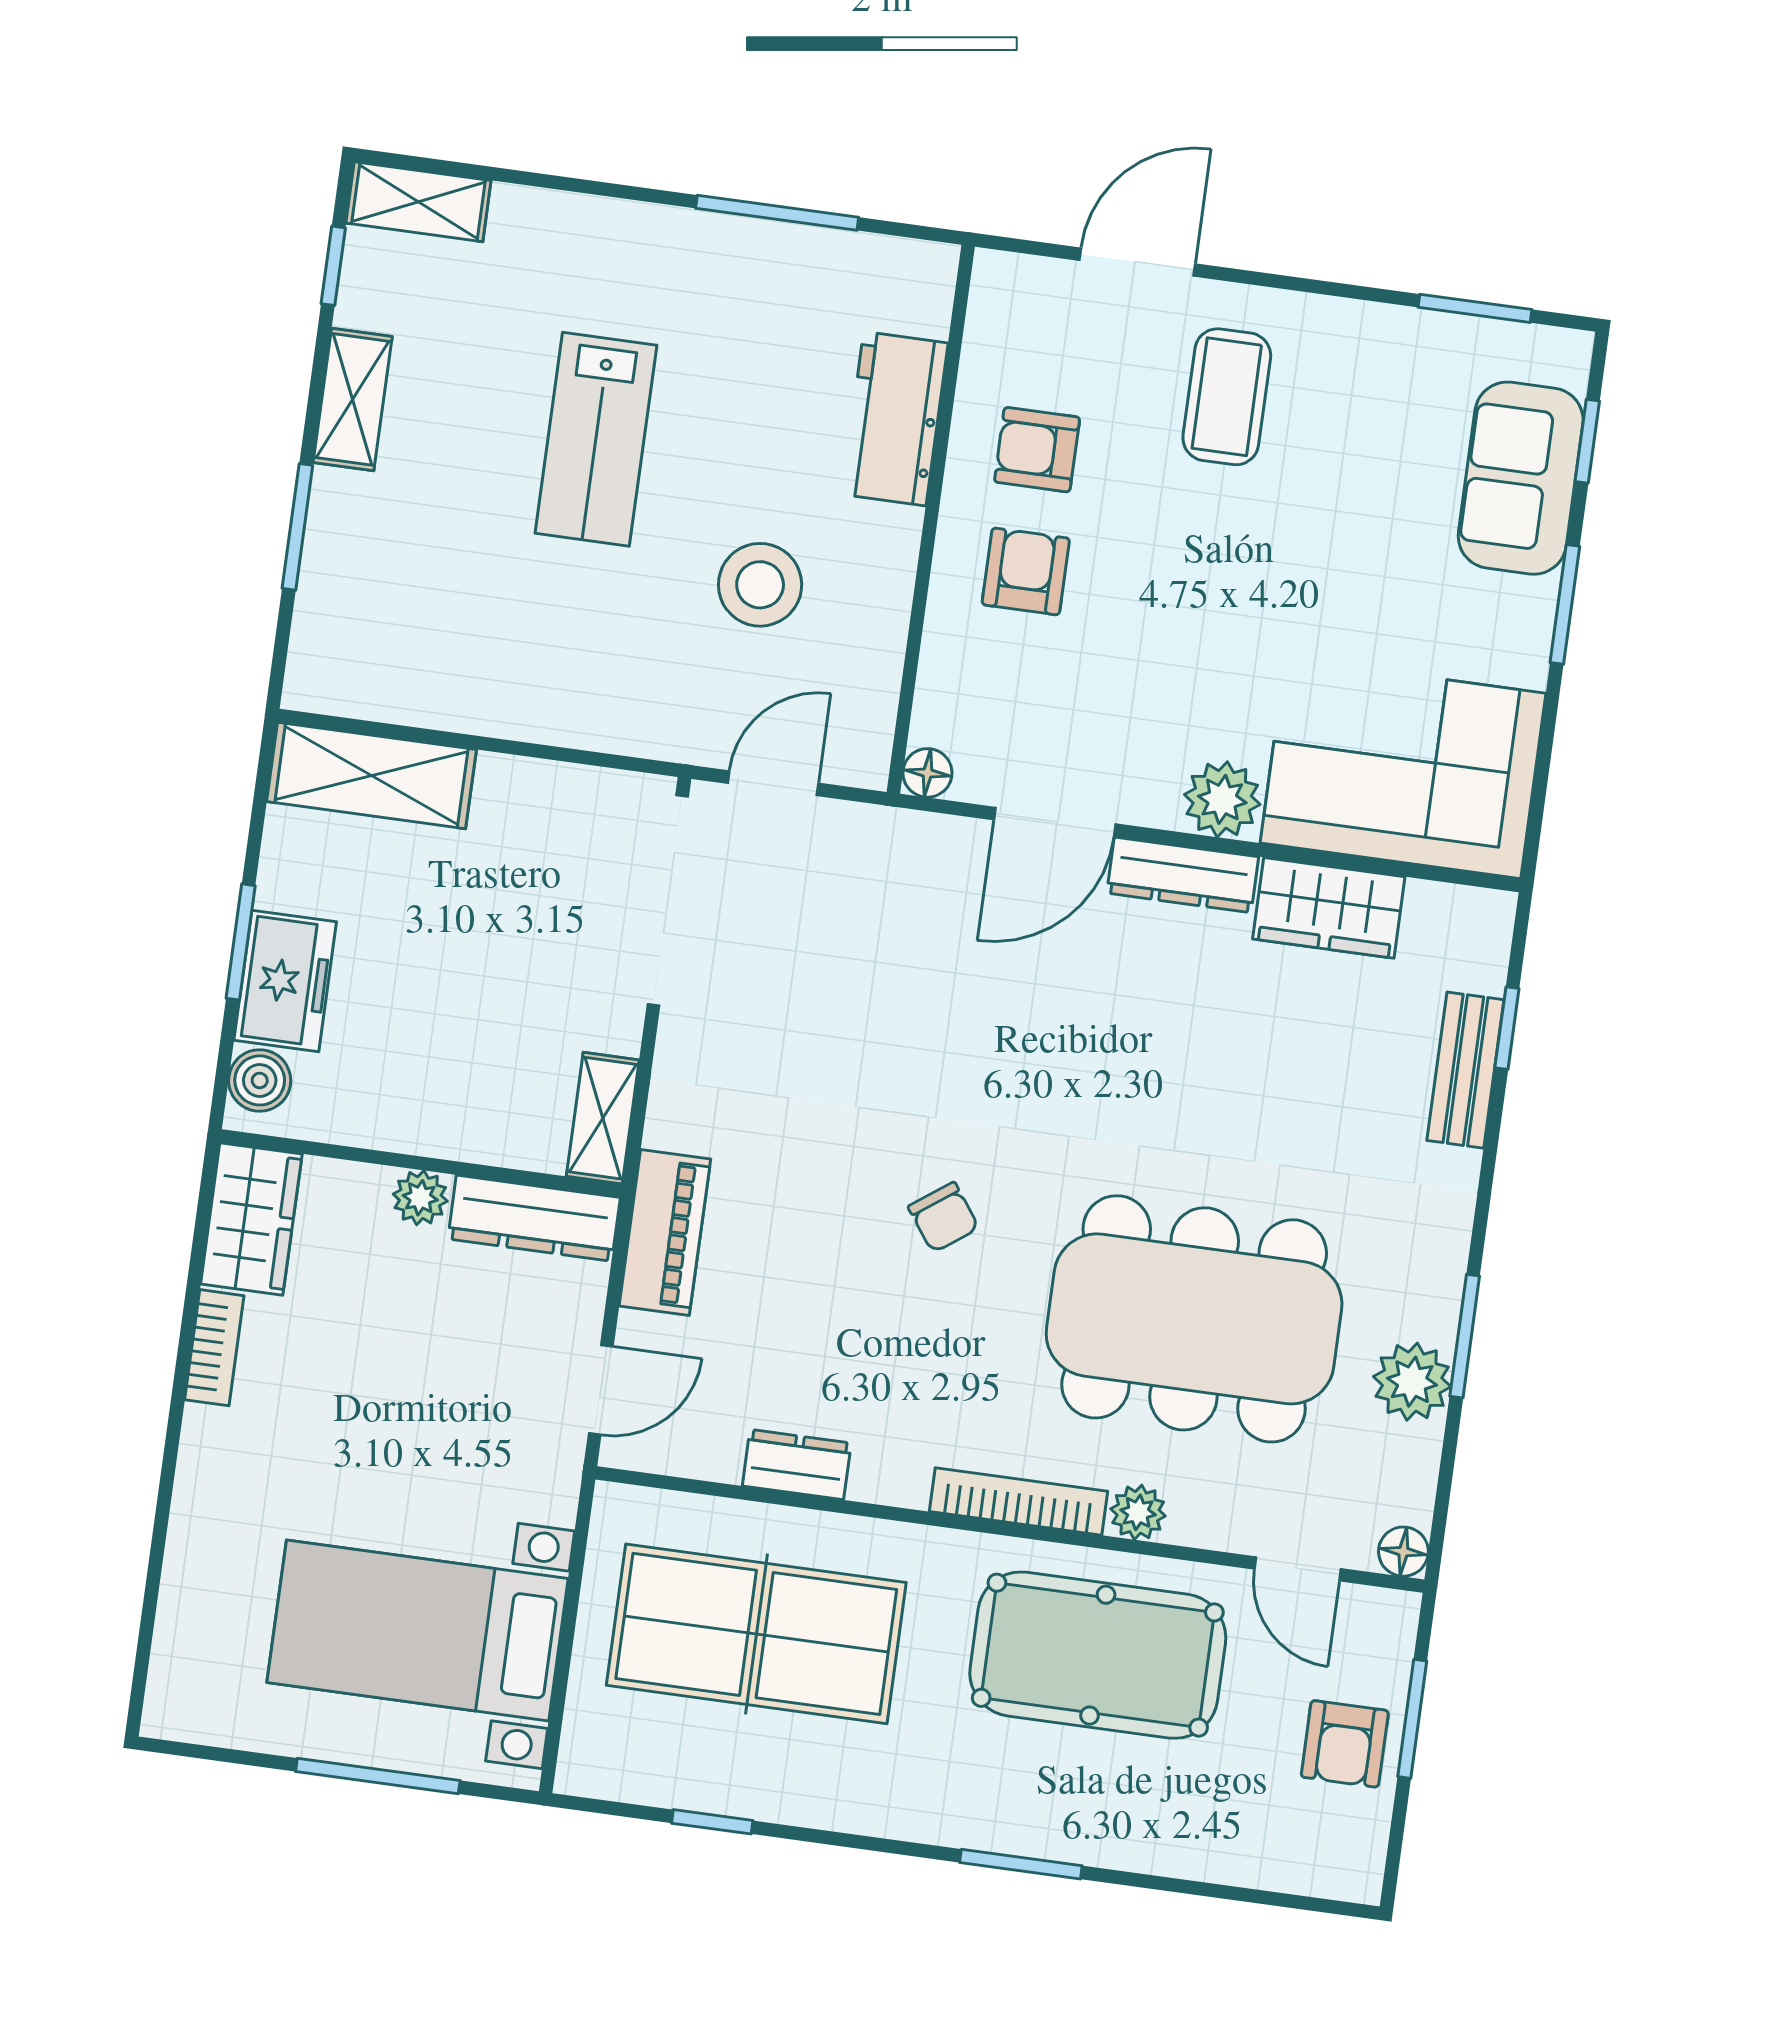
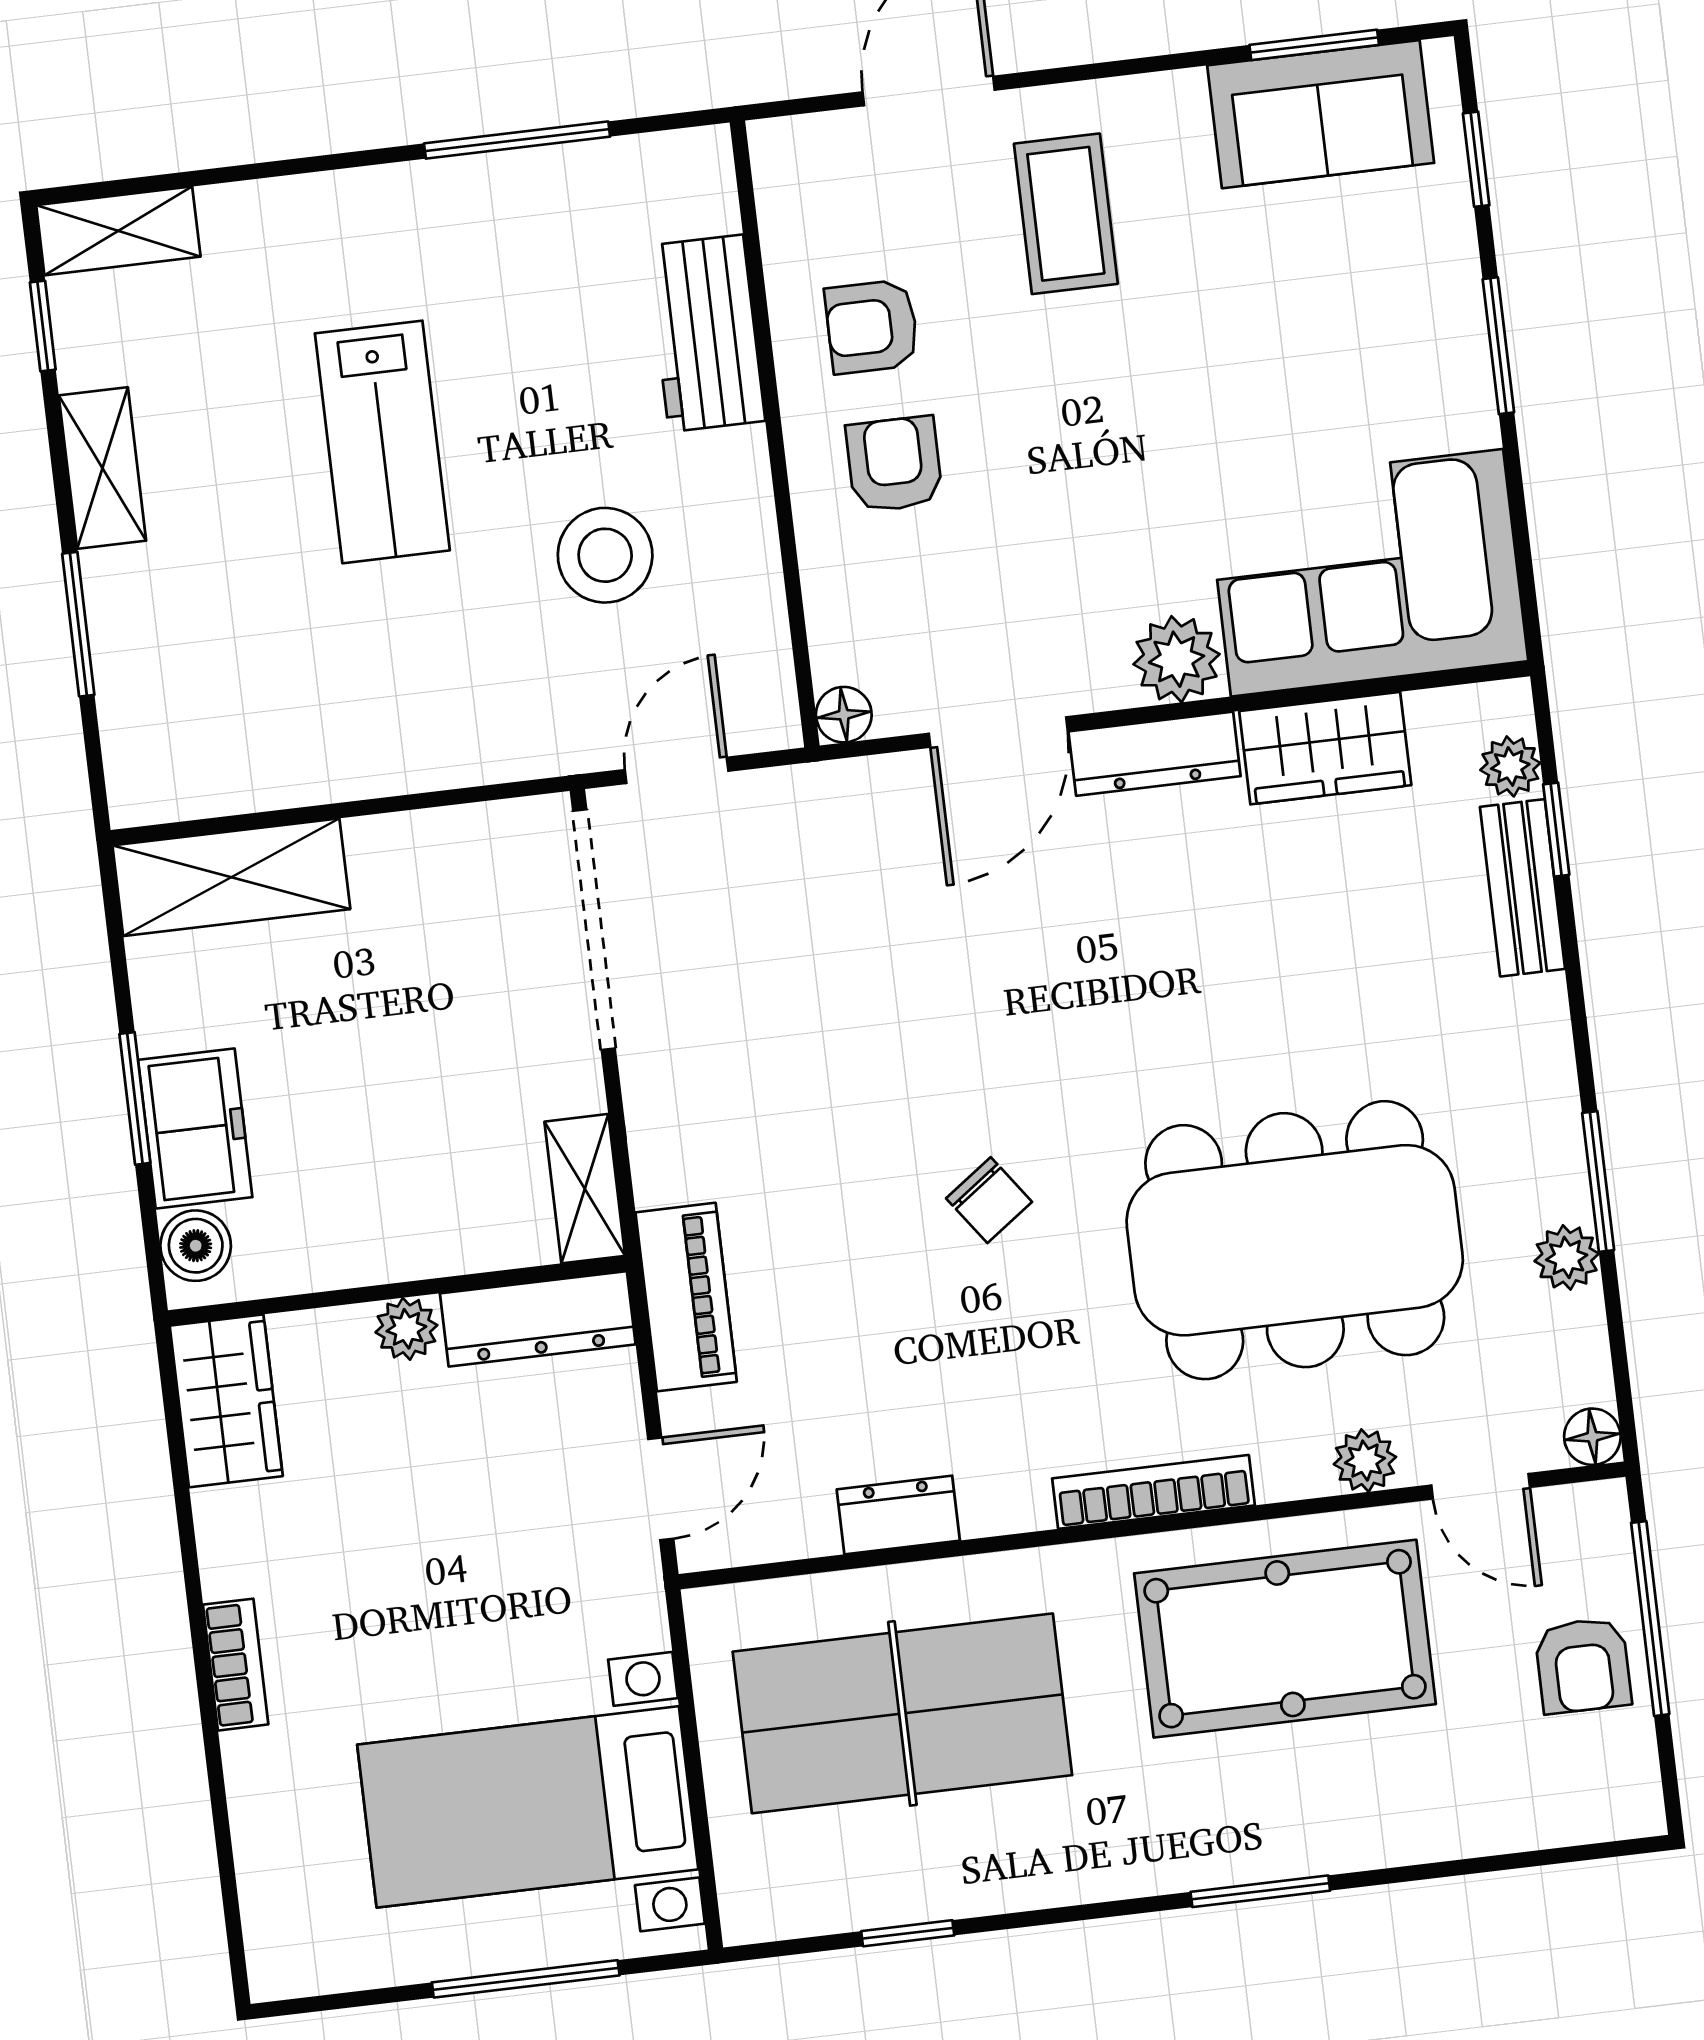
sofa: (1521, 478) -> (1321, 114), moved, turned -90
plant: (1482, 964) -> (1510, 766), added
bookcase: (214, 1348) -> (236, 1665), moved
plant: (1412, 1382) -> (1567, 1257), width x0.73, depth x0.73
plant: (1138, 1512) -> (1365, 1461), moved
window: (1412, 1719) -> (1650, 1619), width x1.44

